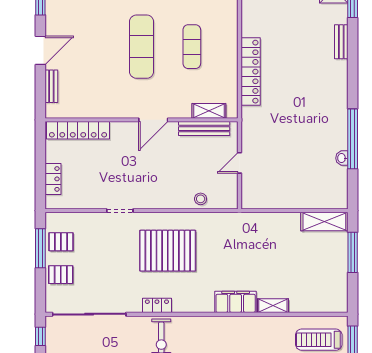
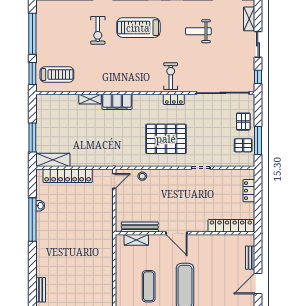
locker: (251, 72) -> (68, 176), moved, turned -90
door: (153, 120) -> (176, 233), swing flipped
door: (239, 163) -> (114, 181), moved
pallet: (61, 275) -> (243, 122), turned 90

